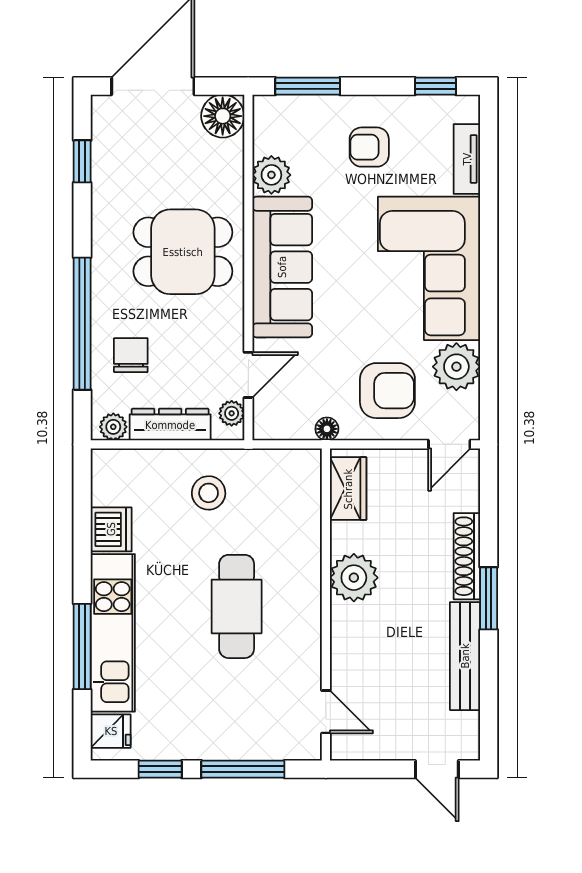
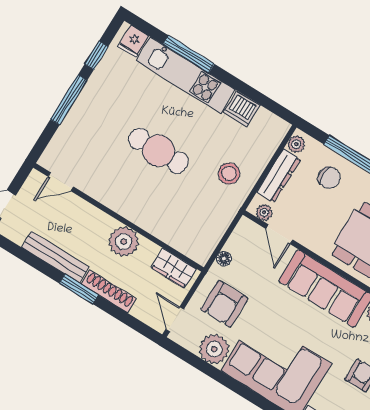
wardrobe: (348, 489) -> (173, 268), moved
plant: (354, 578) -> (124, 242), moved
wall: (326, 605) -> (118, 218), moved
door: (326, 712) -> (61, 182), moved

